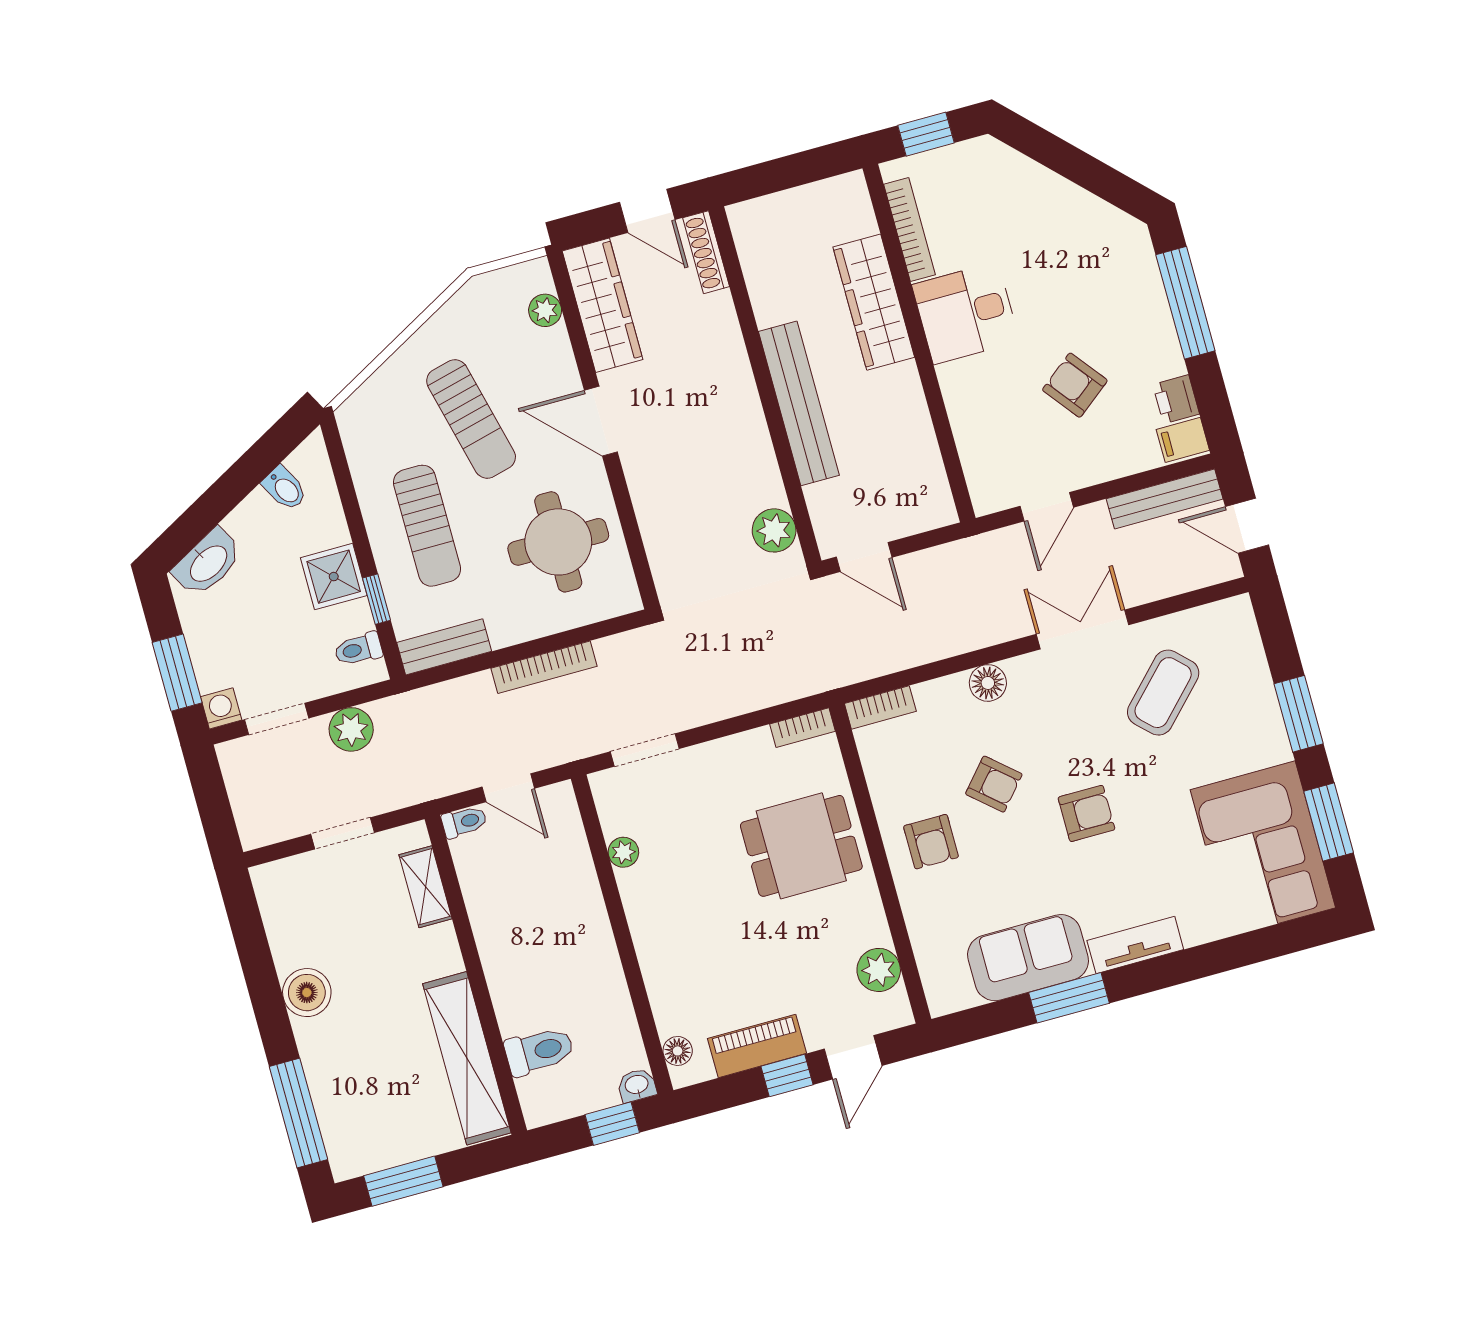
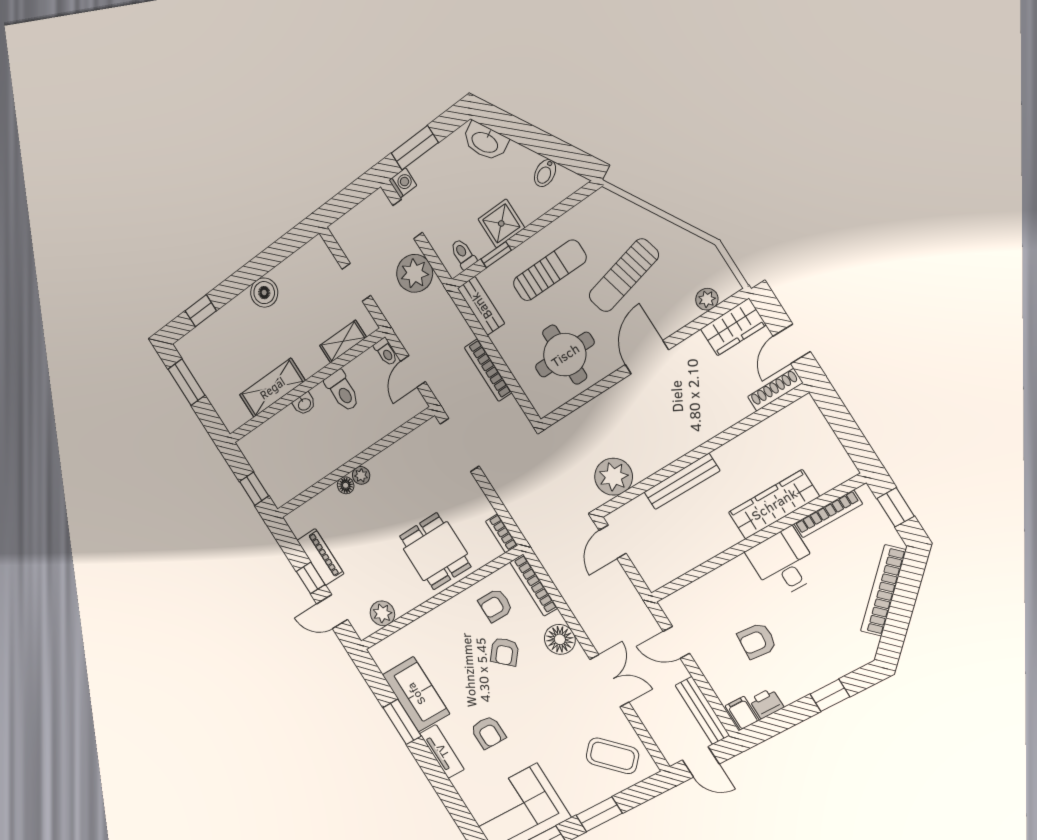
bookcase: (1044, 184) -> (883, 591), added
window: (1185, 303) -> (830, 695), width x0.46
wardrobe: (602, 305) -> (733, 327), width x0.67
armchair: (1075, 385) -> (757, 641), turned -137
bench: (799, 403) -> (682, 481), width x0.73, depth x0.82
sun lounger: (427, 526) -> (550, 270), turned 180
door: (1247, 526) -> (701, 762), swing flipped
plant: (774, 530) -> (614, 477), width x1.36, depth x1.36
floor lamp: (988, 683) -> (560, 639), width x1.38, depth x1.38
coffee table: (1163, 693) -> (612, 756), moved
bookcase: (880, 707) -> (534, 585), width x1.56
plant: (351, 729) -> (415, 273), width x1.36, depth x1.36
doorway: (645, 750) -> (460, 445), width x1.38
armchair: (1086, 813) -> (488, 732), moved
armchair: (931, 842) -> (495, 605), moved
plant: (623, 852) -> (361, 475), moved
toilet: (539, 1051) -> (342, 391), moved
floor lamp: (678, 1051) -> (346, 485), moved
shelving: (467, 1058) -> (272, 388), width x0.68
washbasin: (637, 1085) -> (304, 404), moved, turned 90
window: (298, 1113) -> (201, 311), width x0.46

